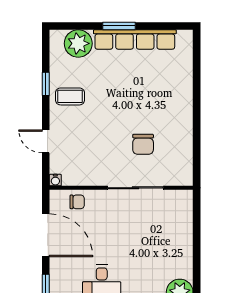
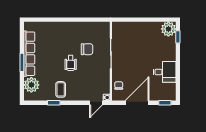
wheelchair: (118, 115) -> (71, 63), added
door: (46, 141) -> (96, 103), moved

